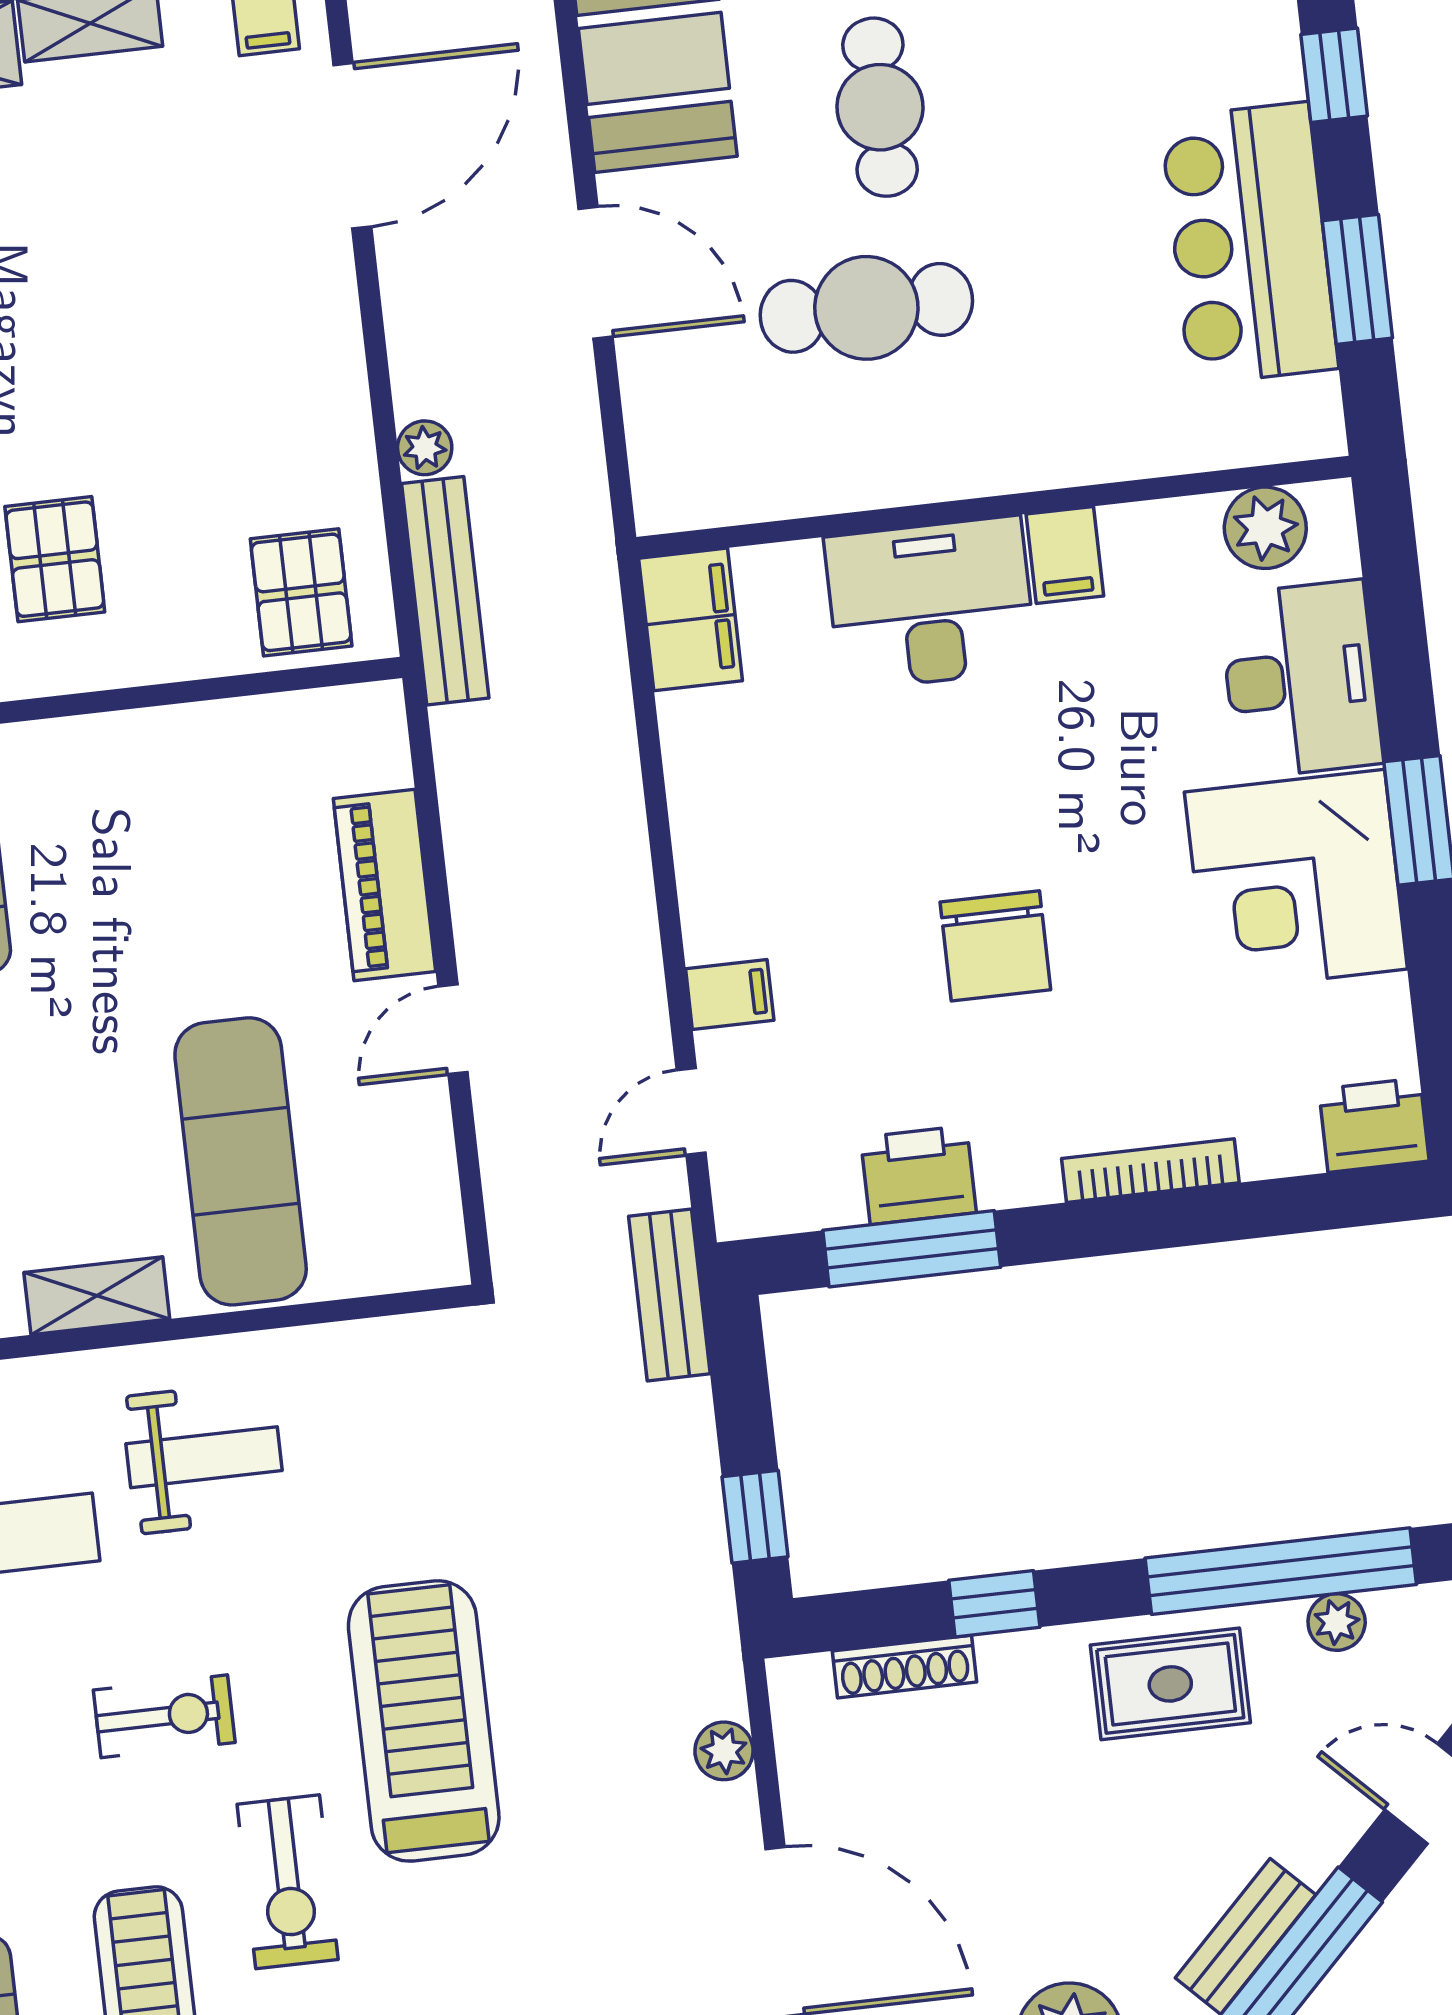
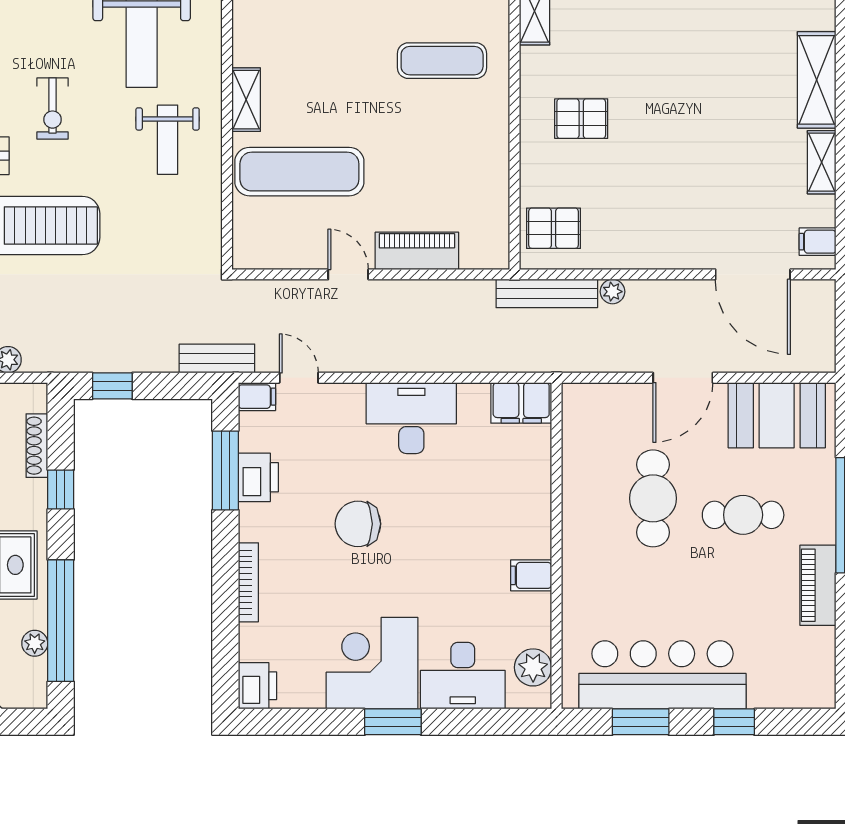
bar counter: (1249, 243) -> (662, 675), width x1.36
desk: (931, 603) -> (411, 418), moved, turned -90
filing cabinet: (730, 995) -> (257, 397), moved, turned -90

